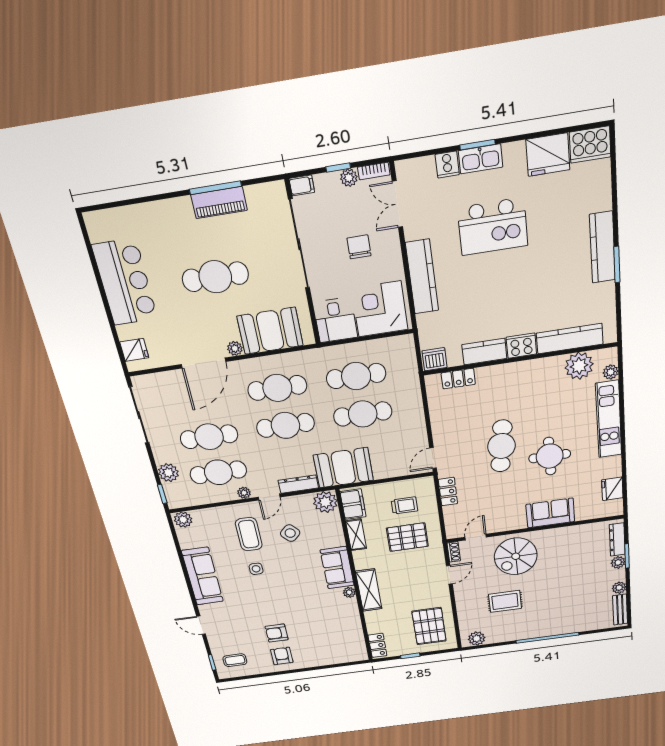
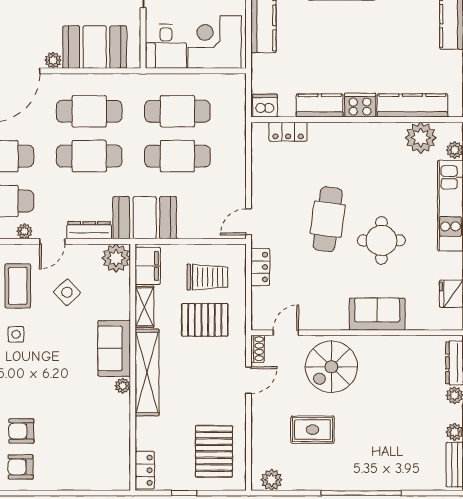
trolley: (404, 505) -> (207, 277), width x1.36, depth x1.39
shelving: (369, 590) -> (147, 372), width x1.47
armchair: (282, 656) -> (21, 467), turned -90

